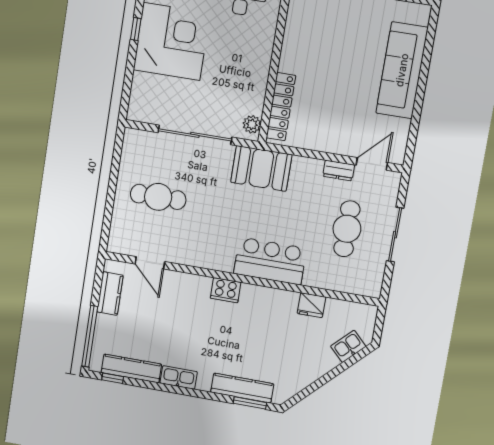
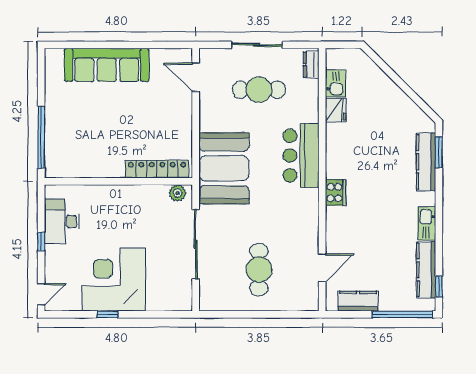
booth: (261, 168) -> (224, 168), width x1.36, depth x1.42
dresser: (339, 171) -> (311, 65), moved, turned 180
kitchen sink: (348, 346) -> (335, 83), moved, turned -135

